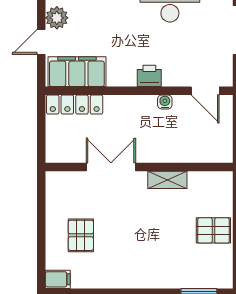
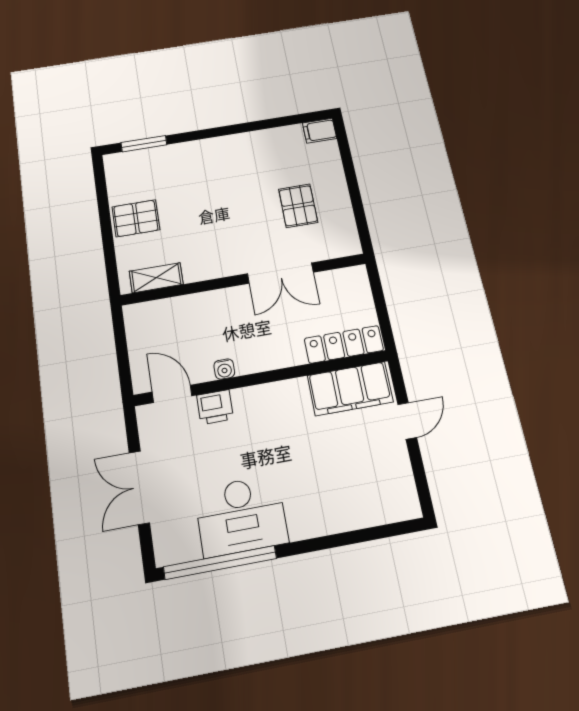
plant: (57, 18) -> (394, 459), removed
printer: (149, 76) -> (215, 407), moved
shelving: (167, 180) -> (156, 278), moved
pallet: (81, 235) -> (298, 206), moved

